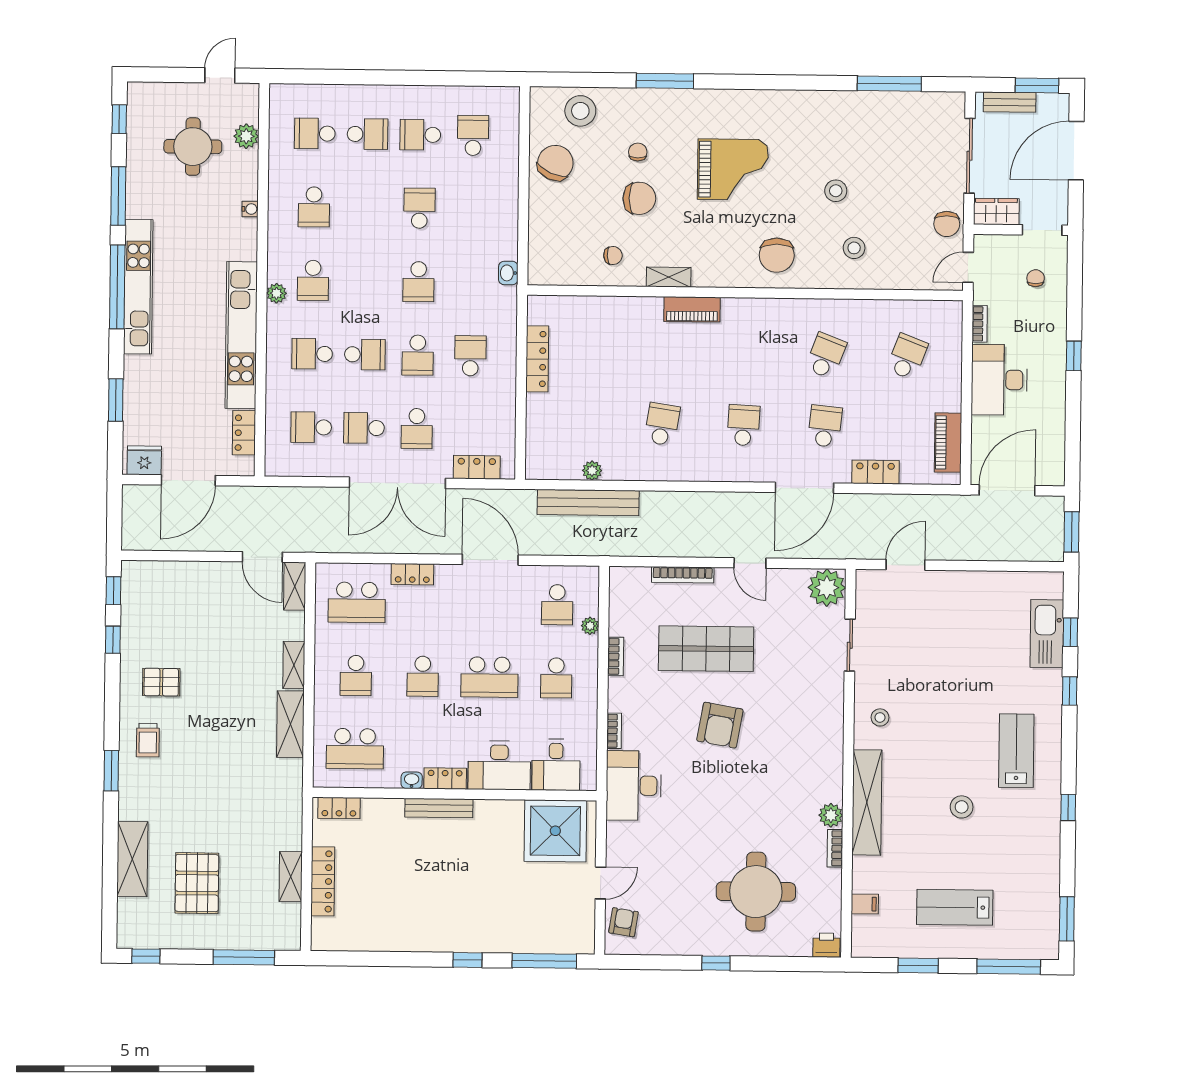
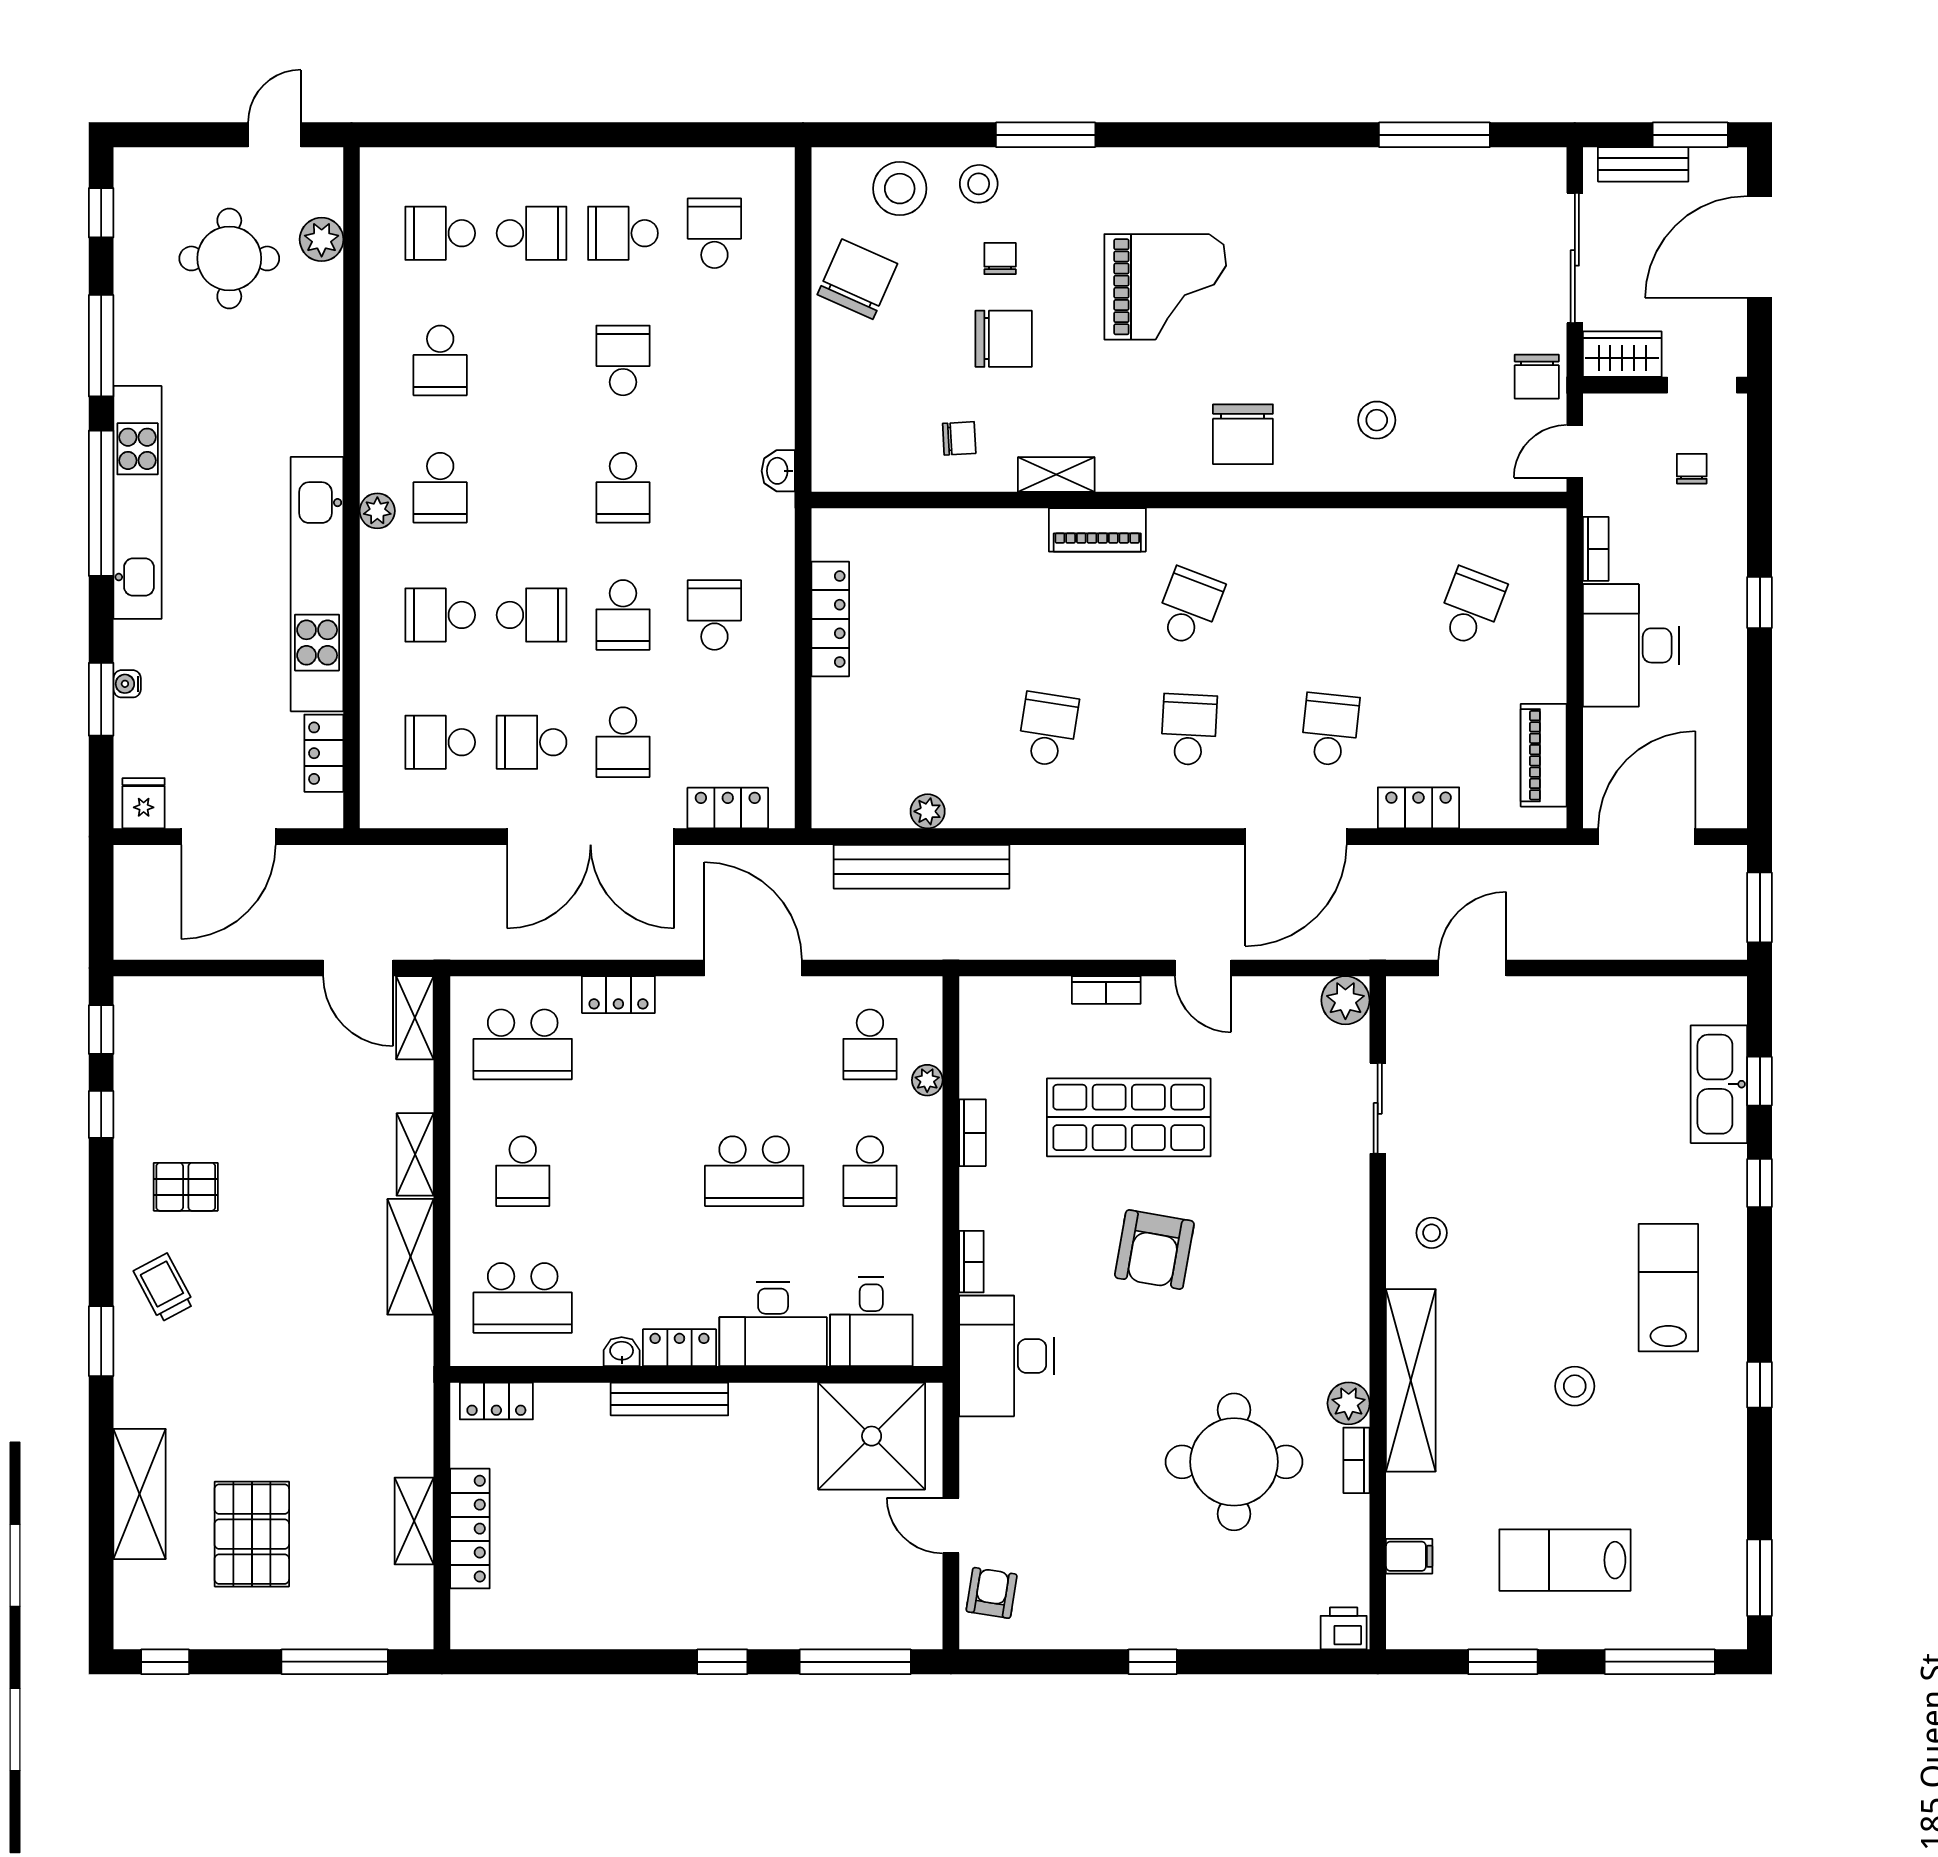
stool: (836, 191) -> (979, 184), moved
water cooler: (250, 209) -> (127, 684), moved, turned 180
school desk: (826, 356) -> (1189, 607), moved
fridge: (144, 460) -> (144, 803), width x0.72
bookcase: (683, 575) -> (1106, 990), width x0.64
plant: (827, 588) -> (1345, 1000), width x0.73, depth x0.73
school desk: (423, 676) -> (638, 1171), removed
trolley: (148, 740) -> (164, 1288), turned 152
door: (600, 883) -> (951, 1525), swing flipped
round table: (756, 892) -> (1234, 1462), moved

